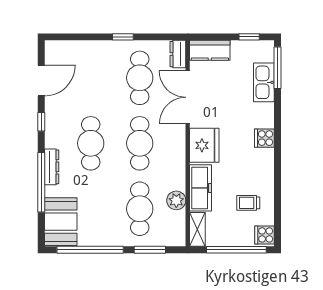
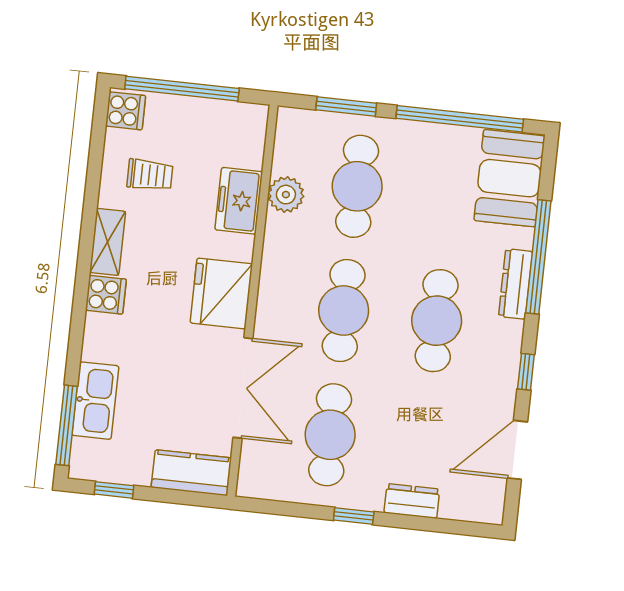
dresser: (178, 54) -> (412, 501), moved, turned -90
freezer: (200, 188) -> (239, 201), width x0.71
shelving: (197, 229) -> (108, 242), moved

